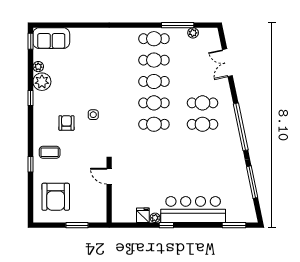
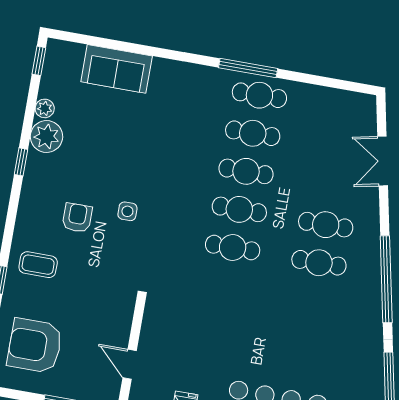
window: (178, 25) -> (248, 68), moved
plant: (193, 33) -> (331, 97), removed
sofa: (51, 38) -> (117, 69), moved
door: (109, 176) -> (130, 364), moved
armchair: (56, 197) -> (35, 346), turned 90

